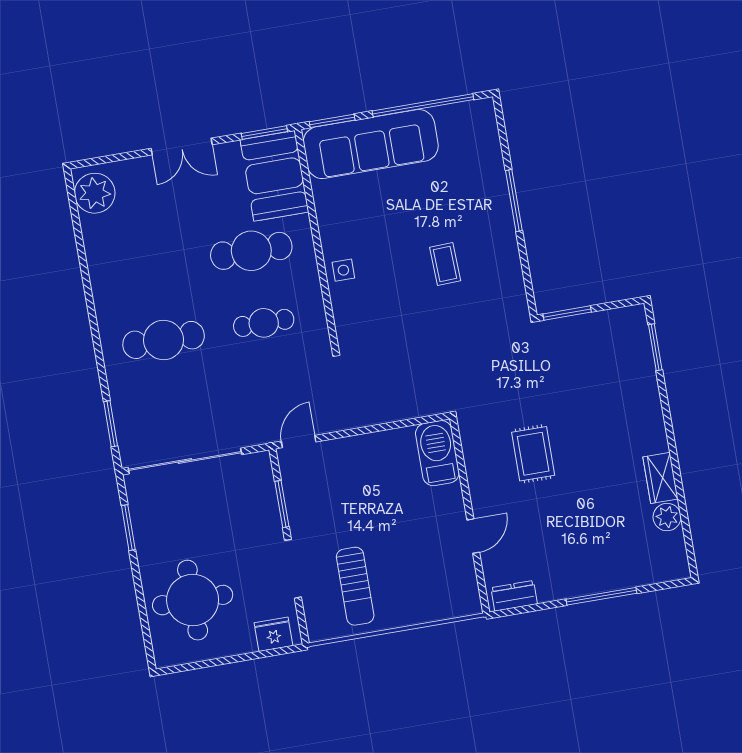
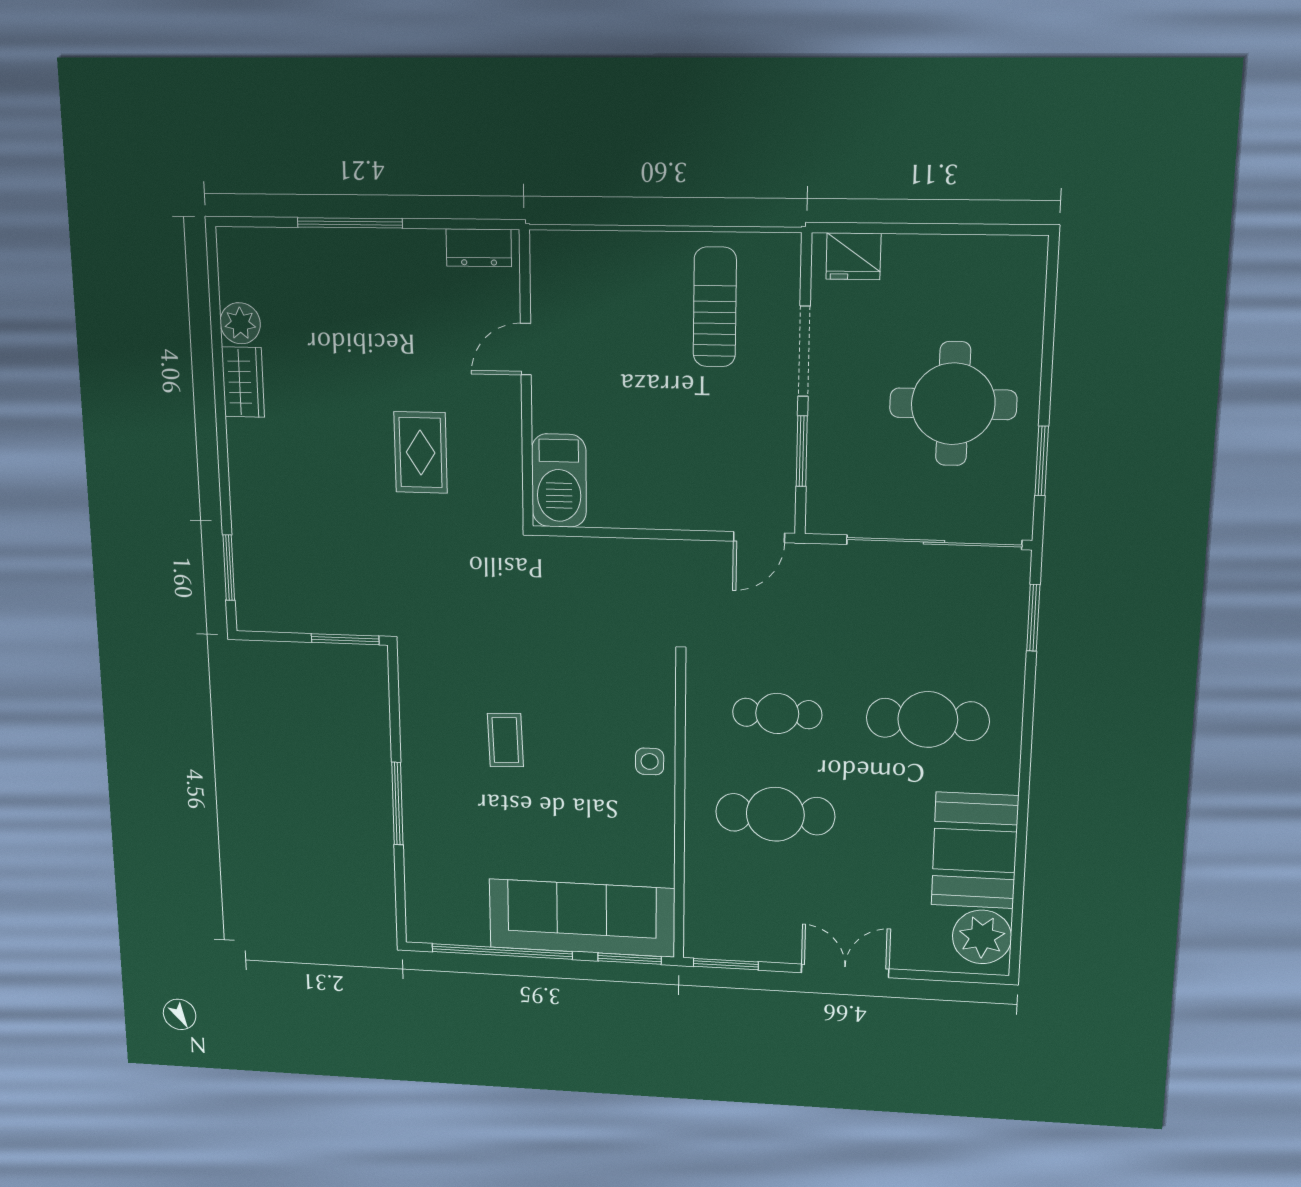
booth: (274, 176) -> (975, 850), moved
round table: (193, 600) -> (953, 404), moved

